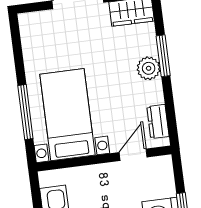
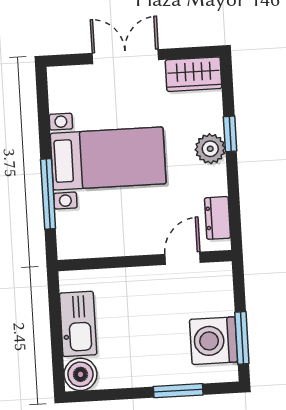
window: (163, 56) -> (230, 134), width x0.67
bed with nightstands: (67, 115) -> (108, 159), moved, turned 90

